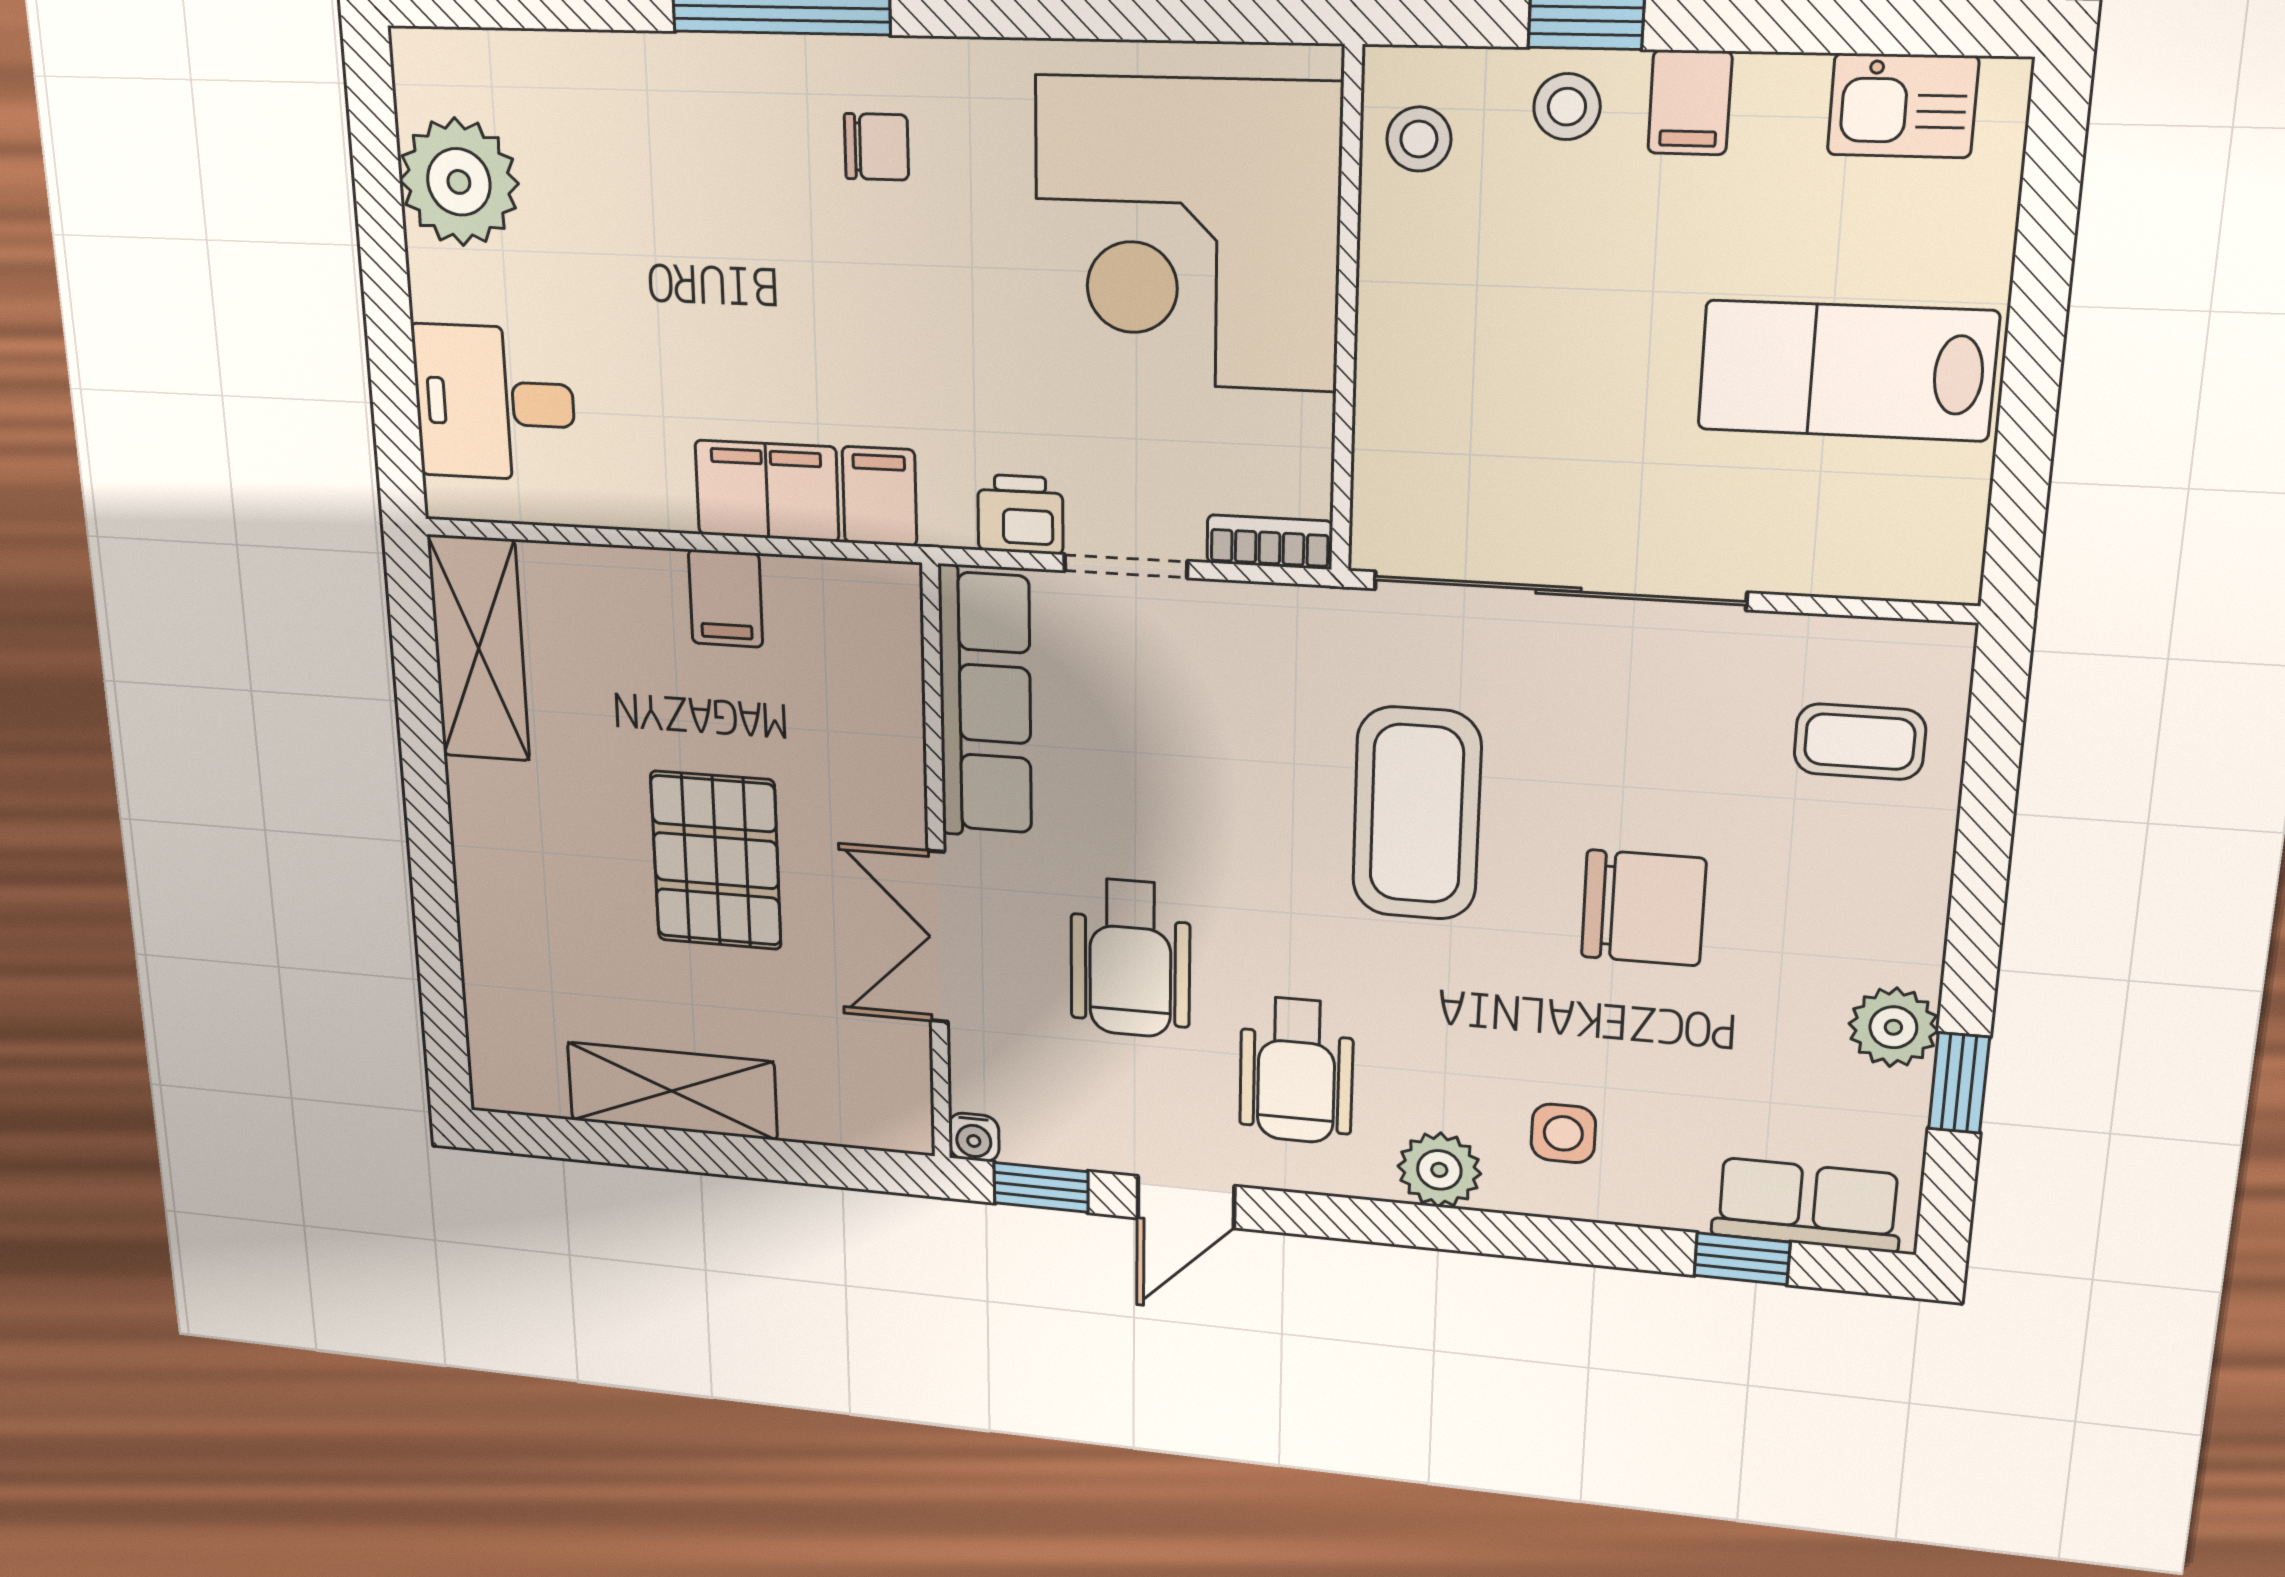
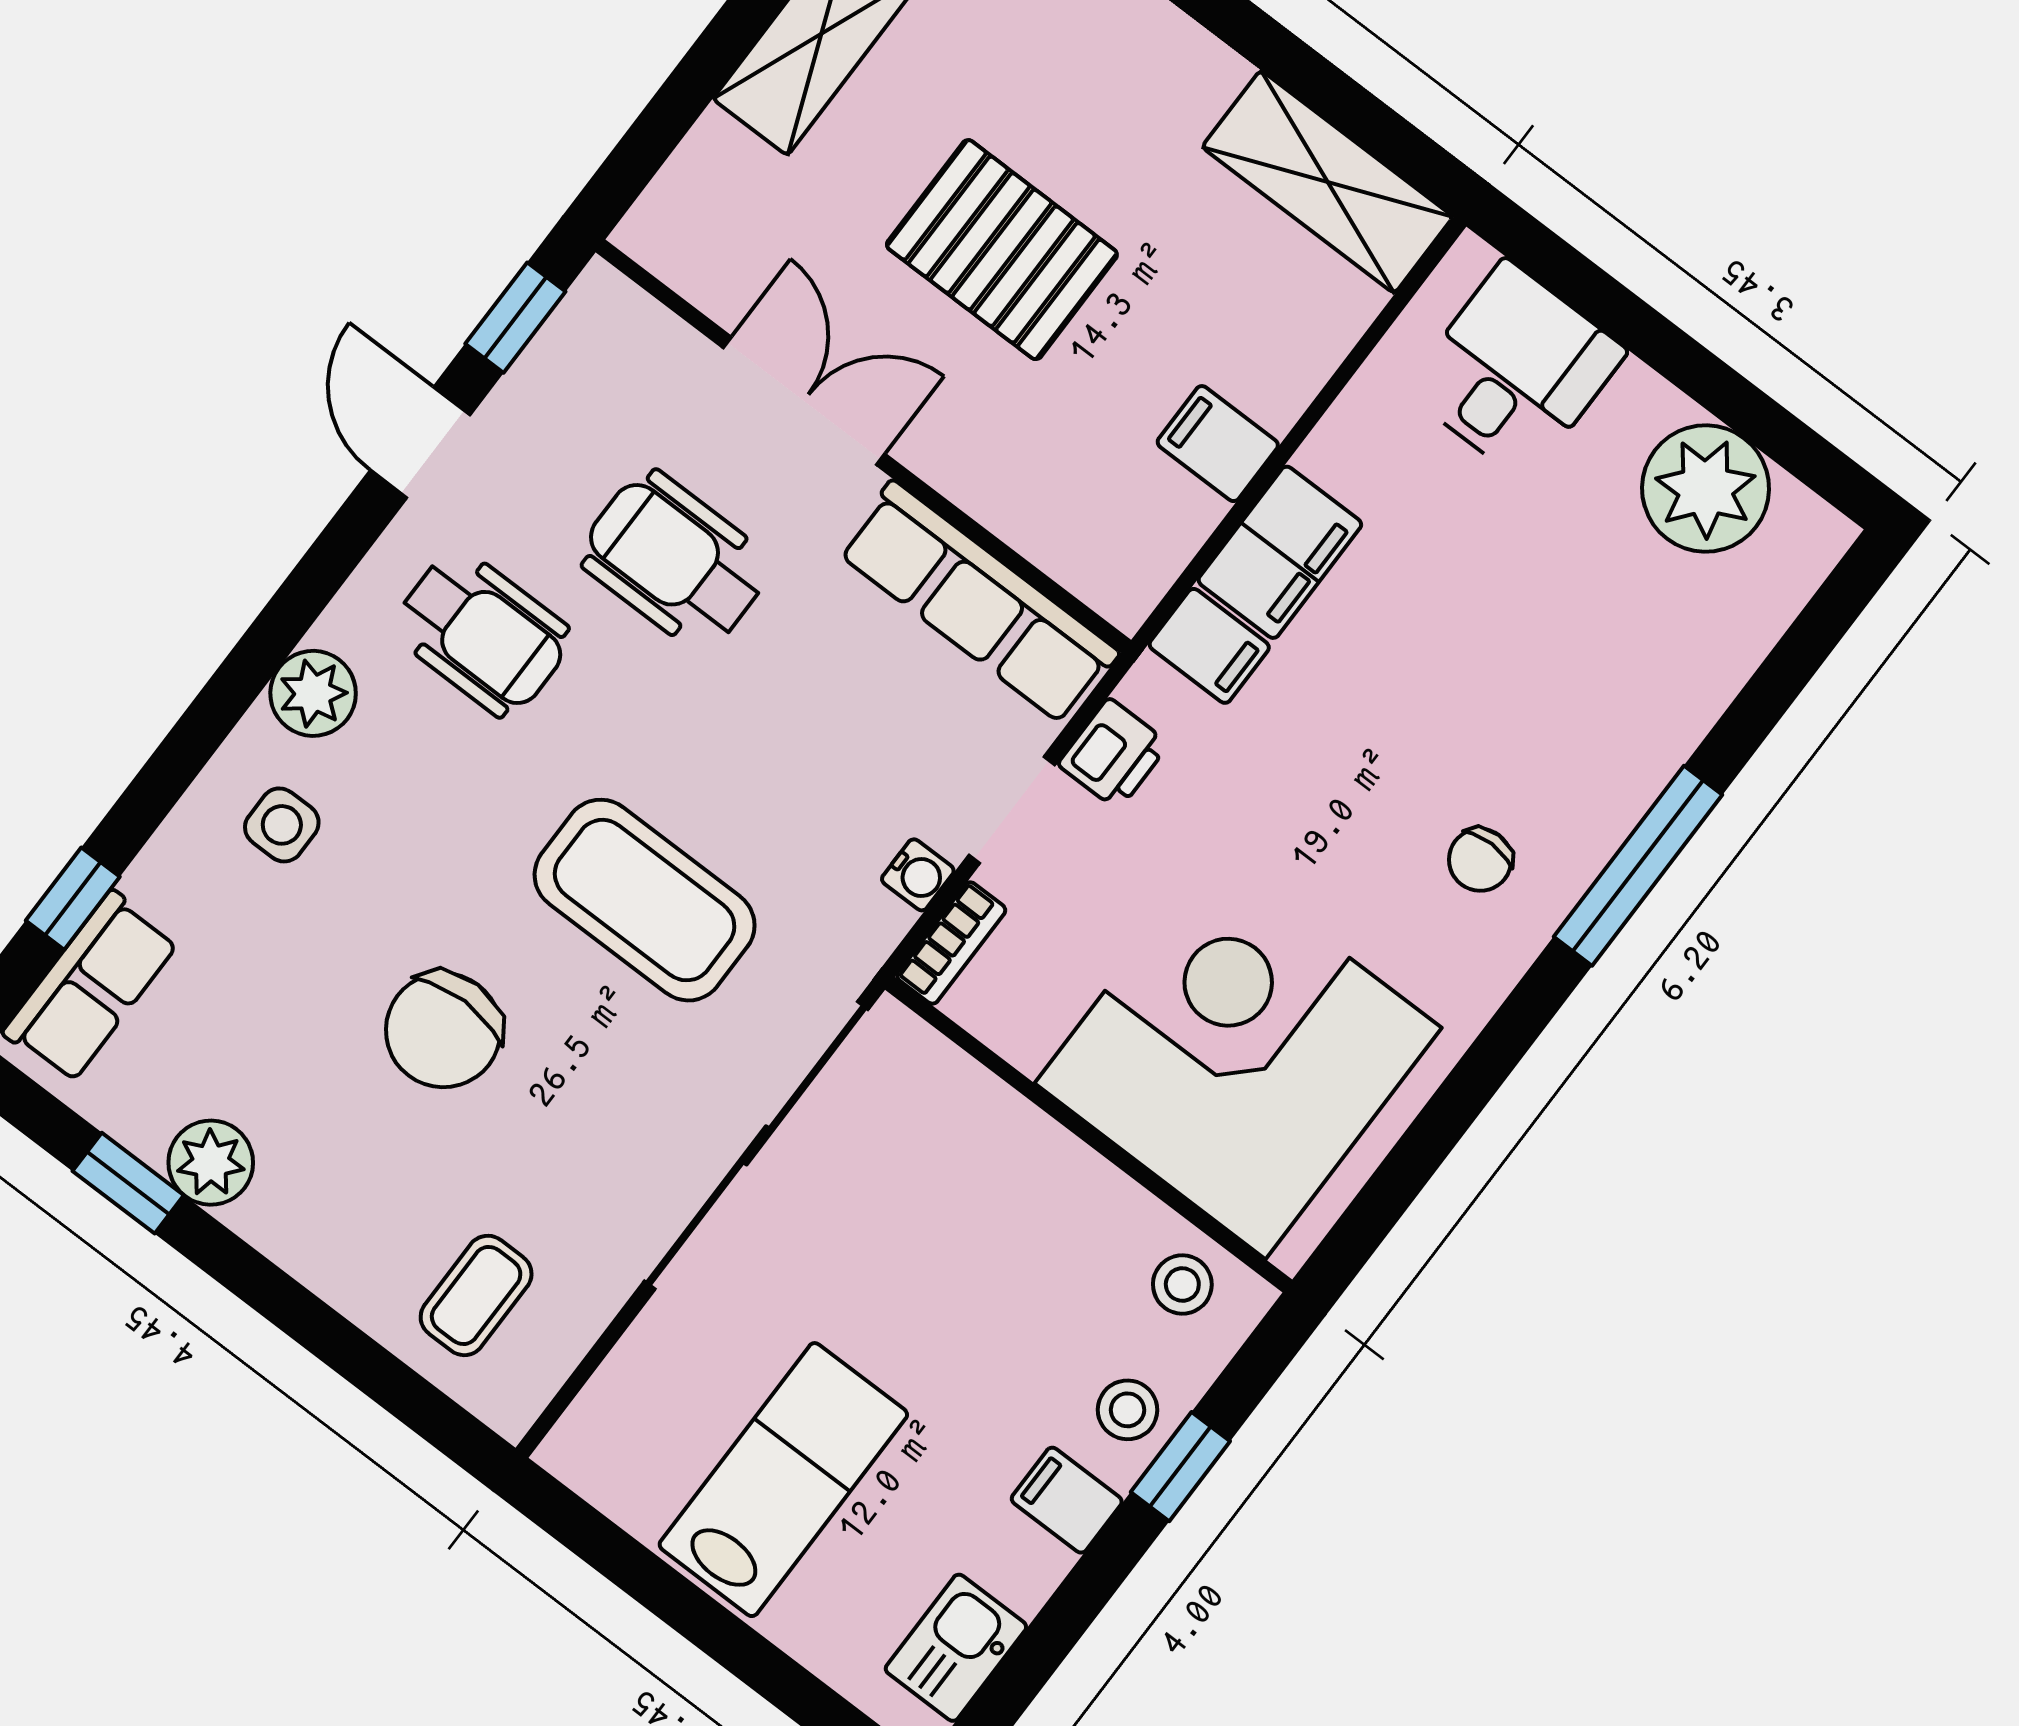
wheelchair: (1296, 1070) -> (482, 633), turned 180
water cooler: (974, 1137) -> (918, 875), moved, turned 180

